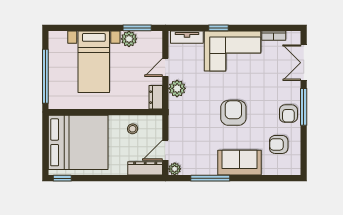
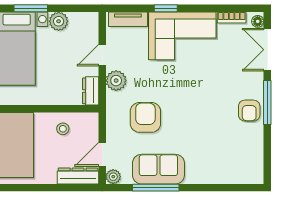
window: (137, 28) -> (31, 8), moved
floor lamp: (296, 39) -> (258, 21), added
armchair: (233, 113) -> (145, 117), moved
armchair: (279, 144) -> (238, 147), removed
sofa: (240, 163) -> (158, 169), moved

